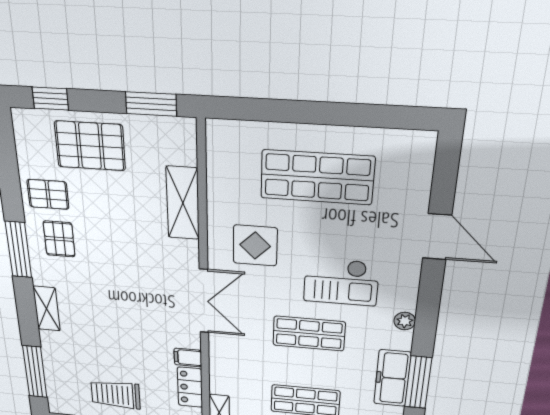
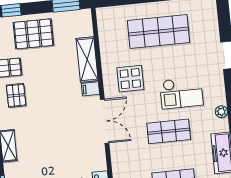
filing cabinet: (188, 358) -> (91, 89), moved

